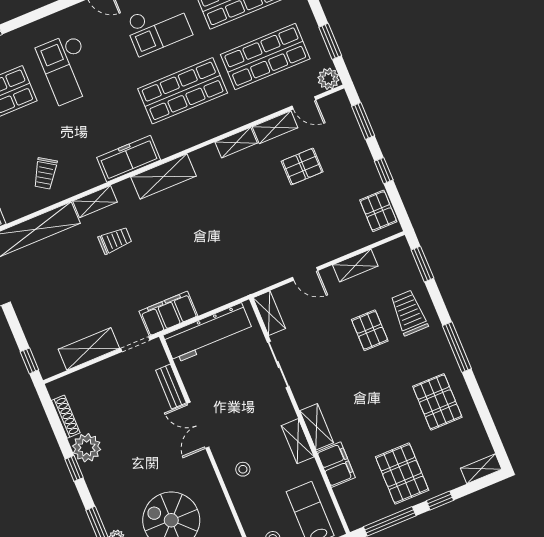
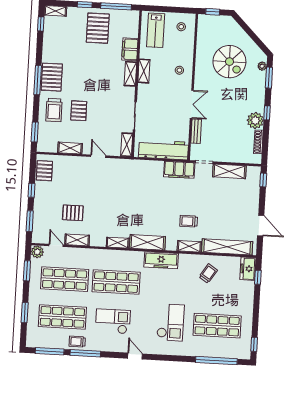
shelving: (236, 143) -> (118, 243), moved
pallet: (437, 402) -> (52, 77), moved
window: (494, 437) -> (41, 24), added

